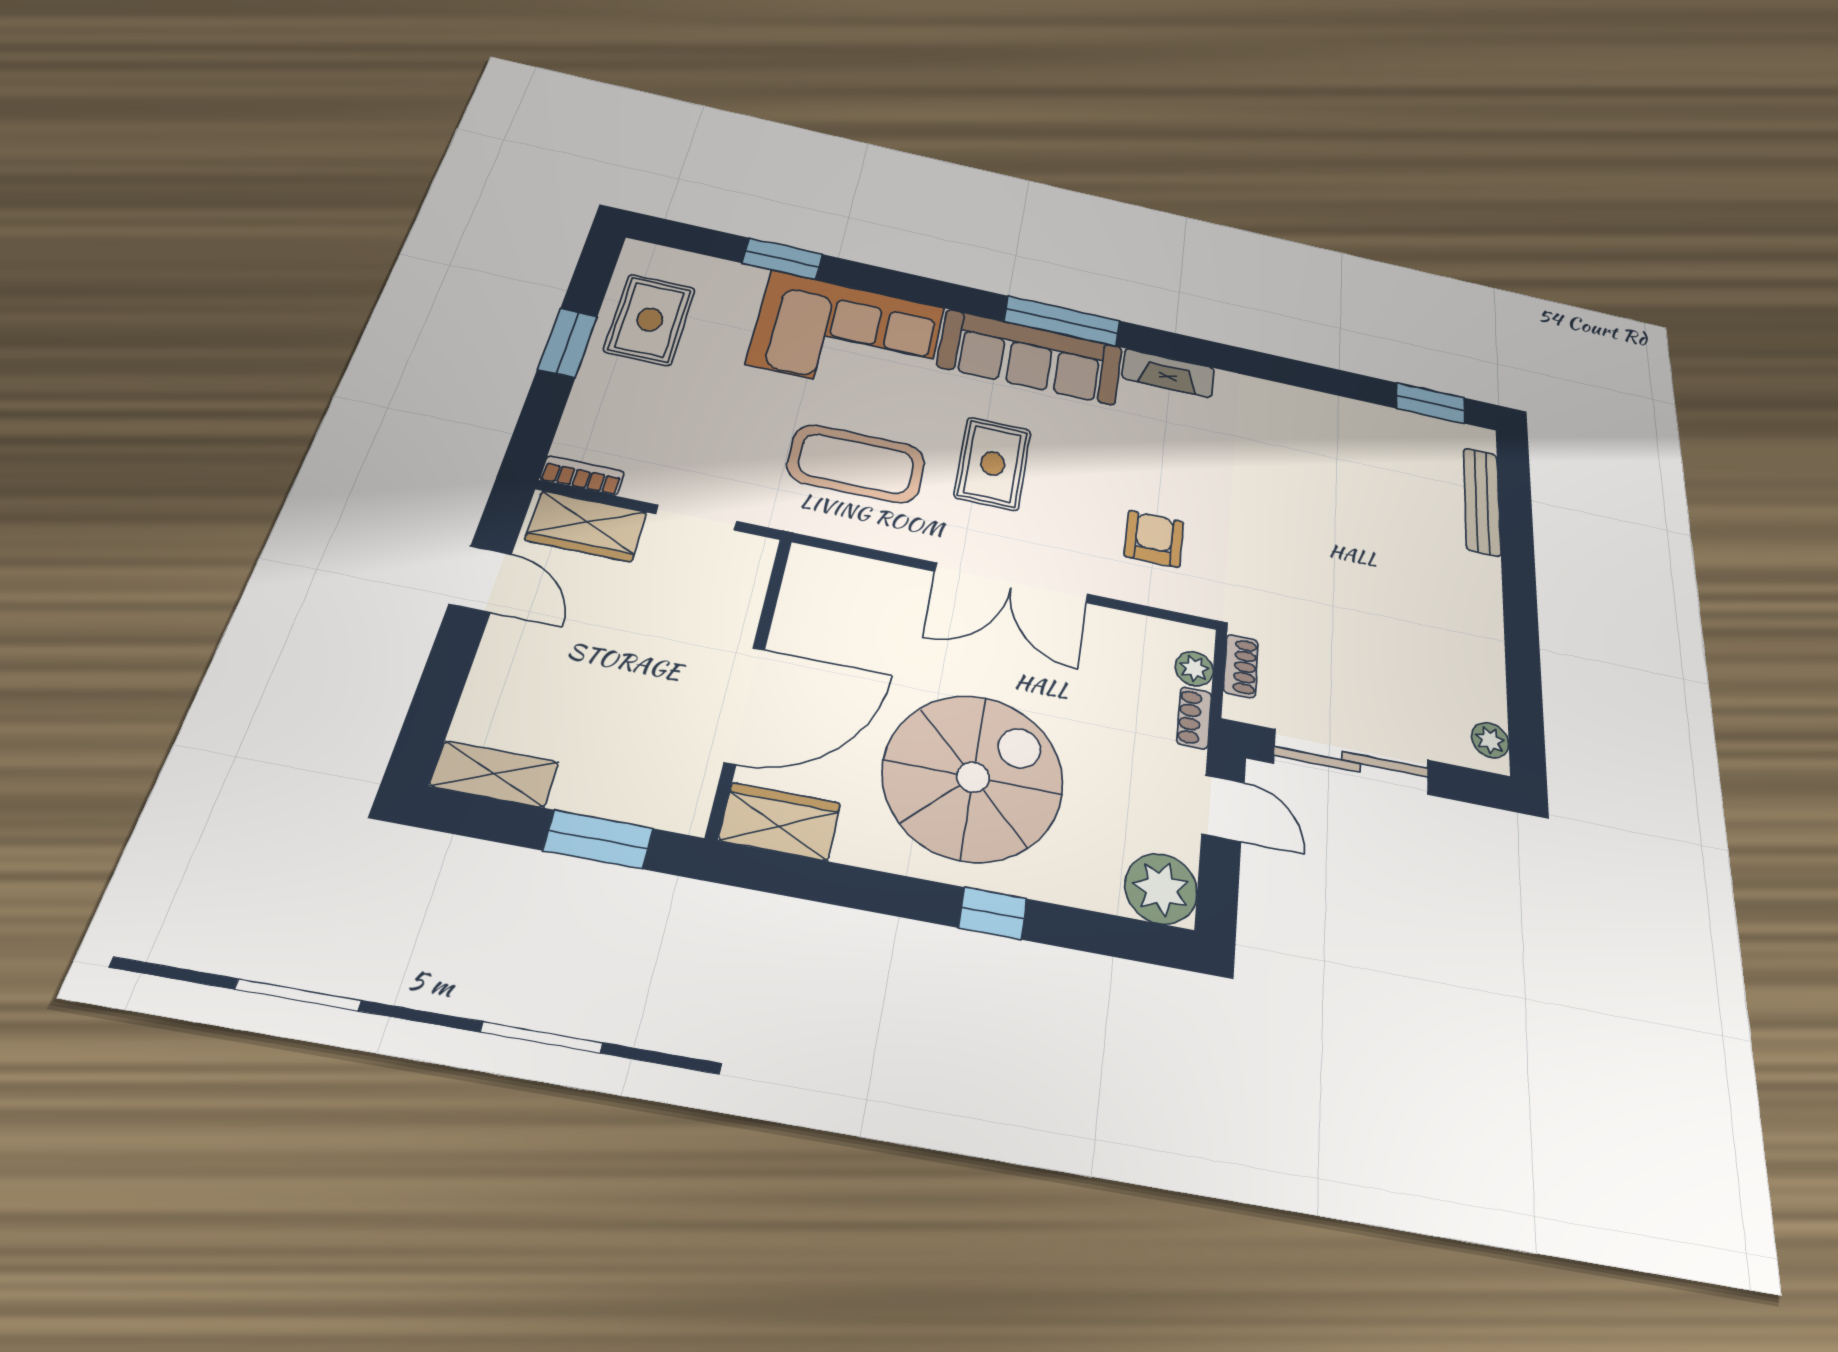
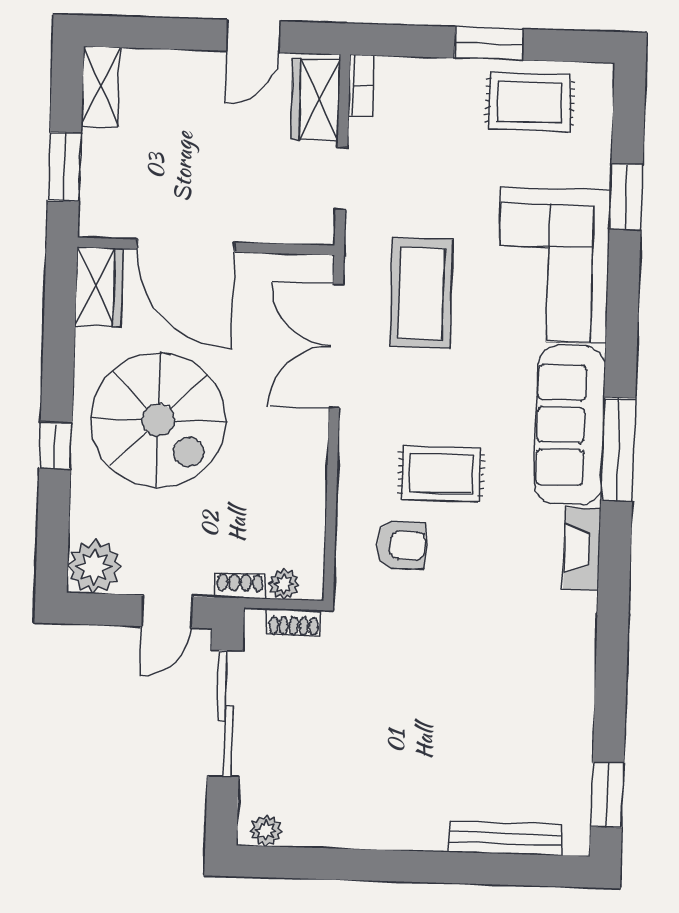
rug: (993, 464) -> (441, 474), moved
double door: (1011, 583) -> (336, 346), moved

